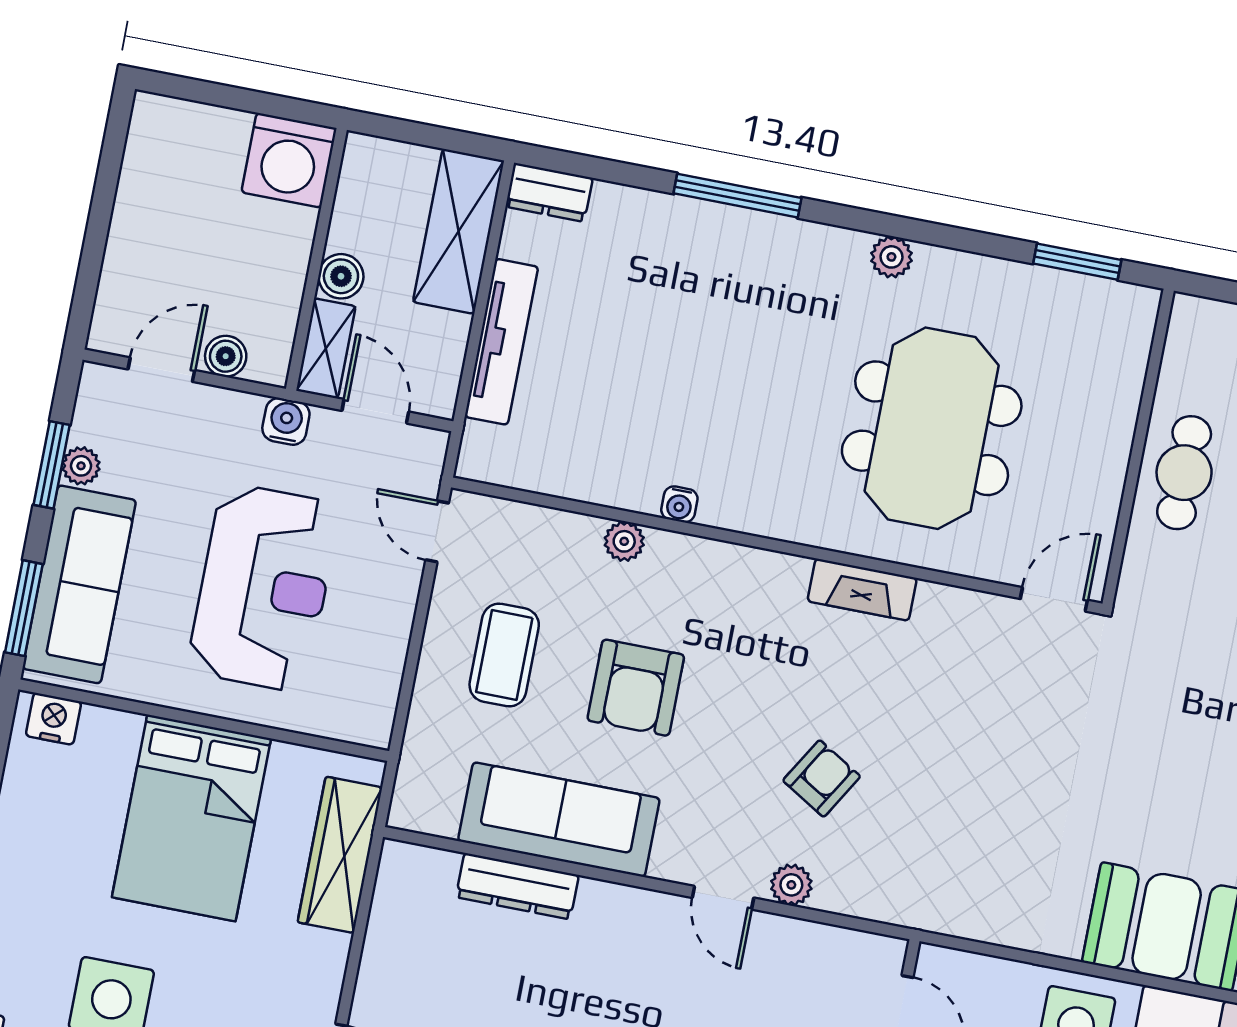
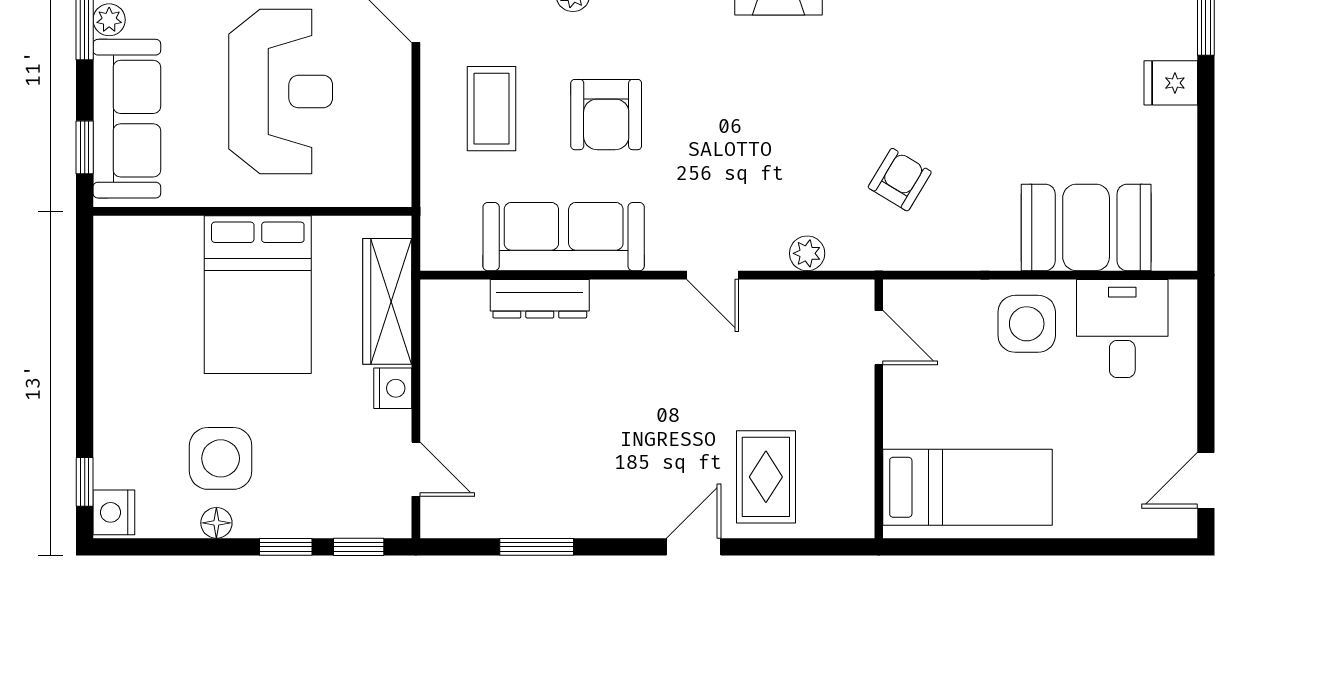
window: (24, 608) -> (85, 147), width x0.67
nightstand: (53, 719) -> (393, 388), moved, turned 90
armchair: (822, 778) -> (900, 180), moved
plant: (791, 885) -> (807, 253), moved

